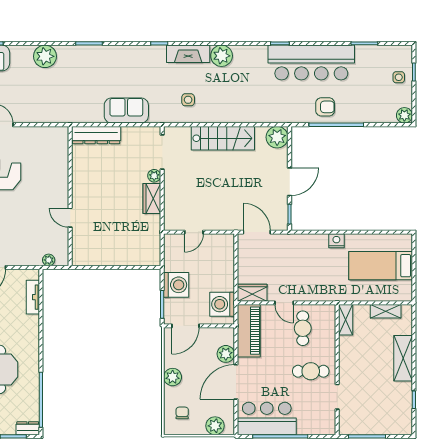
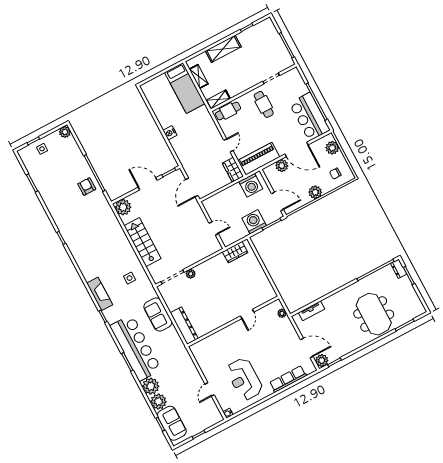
plant: (222, 56) -> (158, 402), moved
bar counter: (311, 63) -> (136, 348), moved
wardrobe: (152, 198) -> (235, 252), moved
bed: (381, 266) -> (185, 88), moved
cafe table: (303, 328) -> (228, 111), moved

